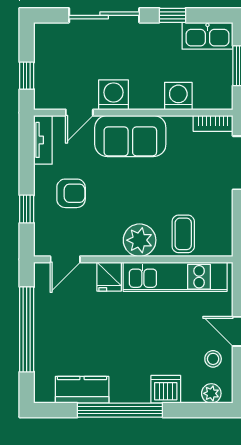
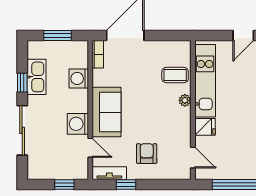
kitchen sink: (207, 36) -> (36, 77), moved
window: (27, 209) -> (126, 185), moved
plant: (140, 240) -> (185, 100), width x0.53, depth x0.53

